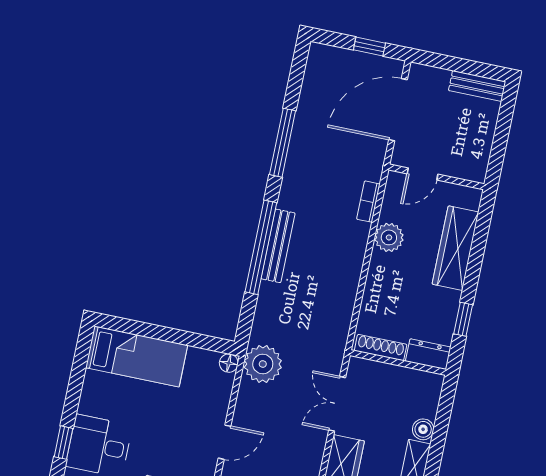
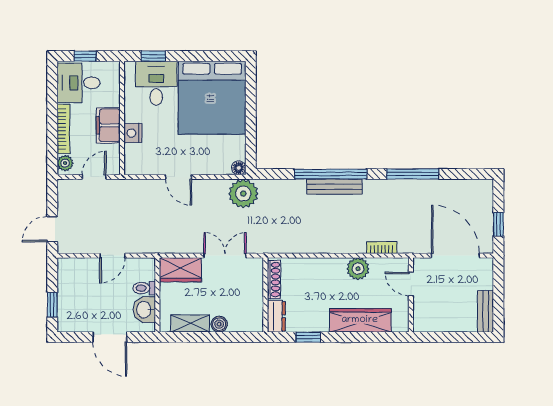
bed: (137, 356) -> (212, 98), width x2.04

